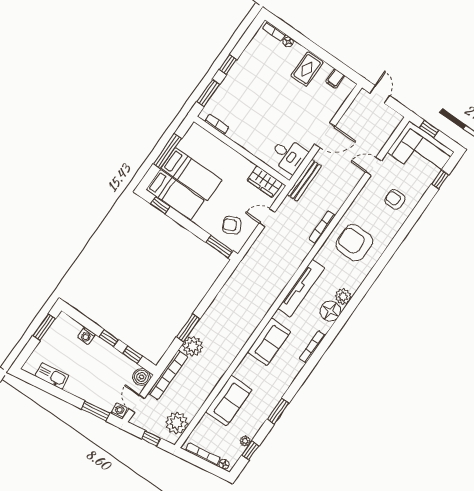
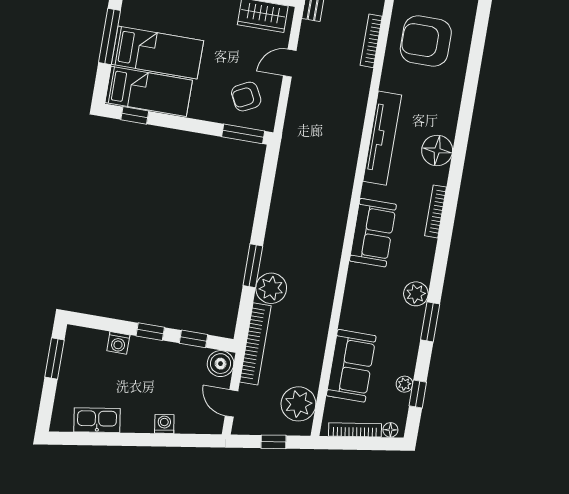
plant: (343, 297) -> (416, 294), moved
sofa: (229, 401) -> (351, 366), moved
window: (96, 411) -> (179, 440), removed
washing machine: (119, 411) -> (164, 424), moved

